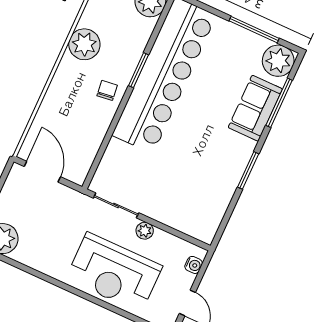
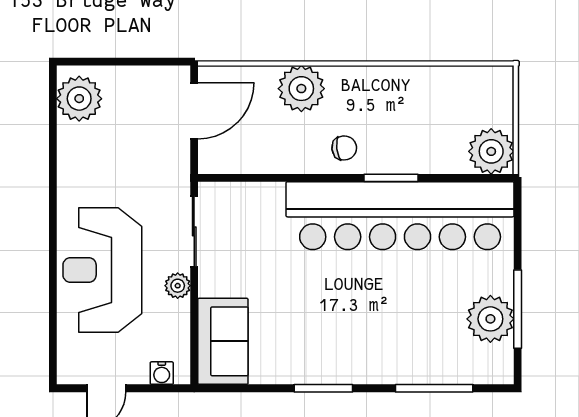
plant: (84, 44) -> (301, 89), moved
plant: (278, 61) -> (490, 319), moved
sofa: (255, 108) -> (223, 341), moved, turned 90

